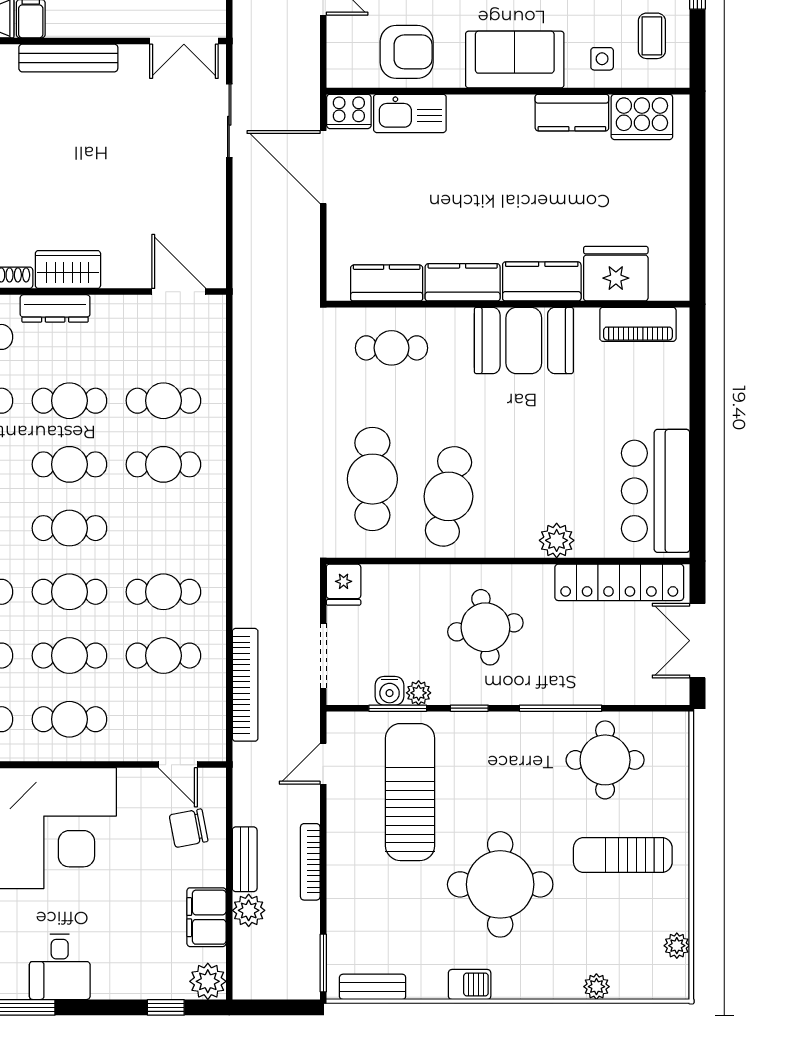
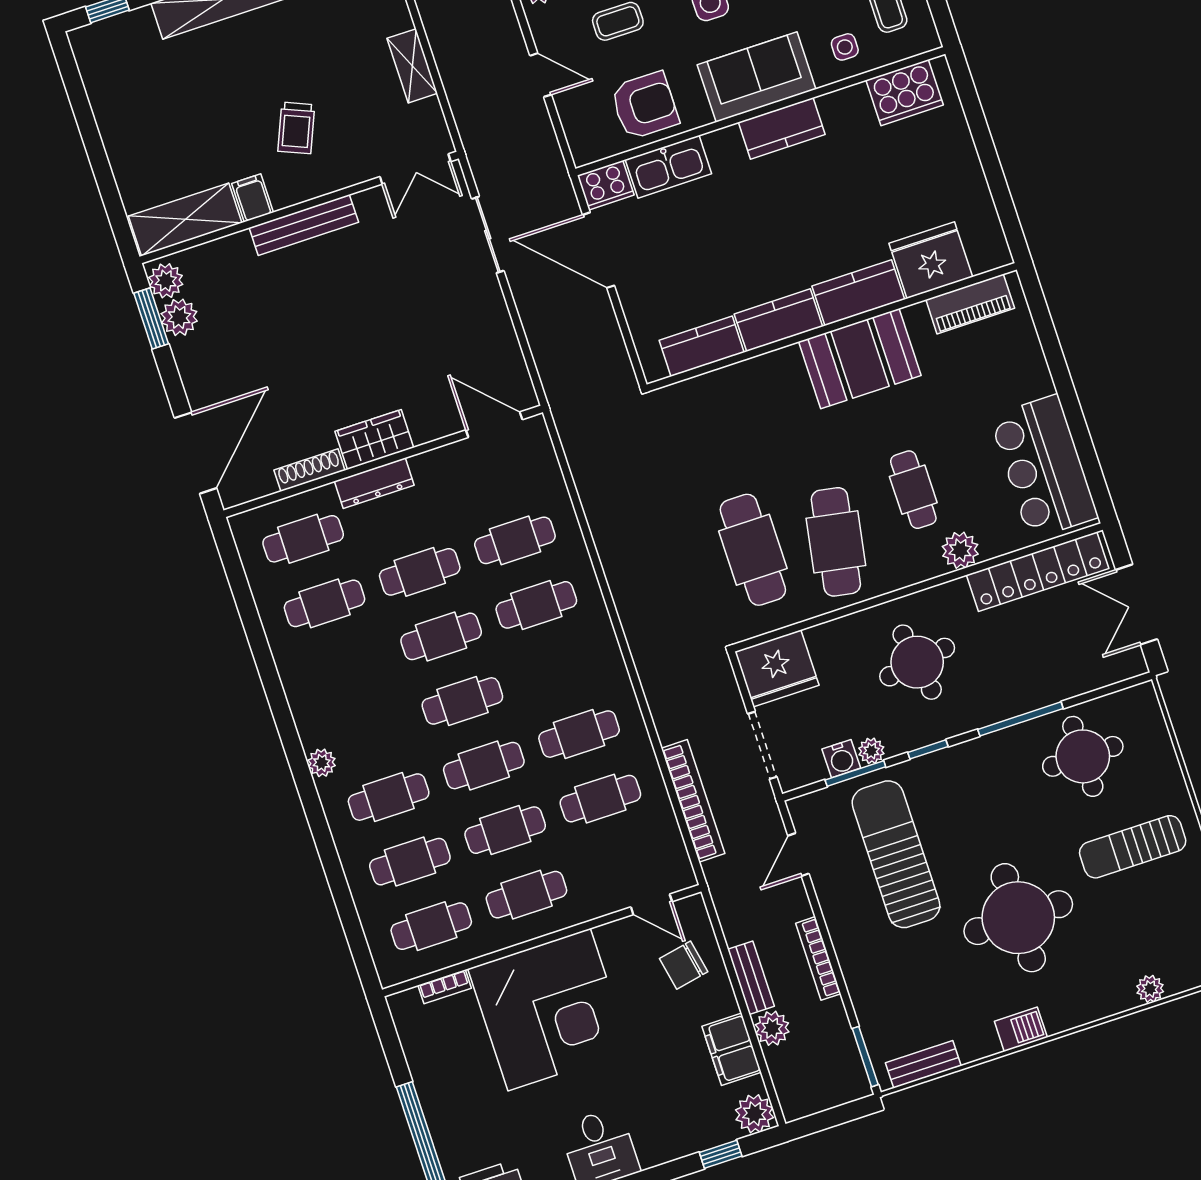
kitchen counter: (572, 113) -> (782, 128), moved
cafe table: (391, 348) -> (913, 490), moved, turned 90
fridge: (344, 585) -> (777, 668), width x1.88, depth x1.34

